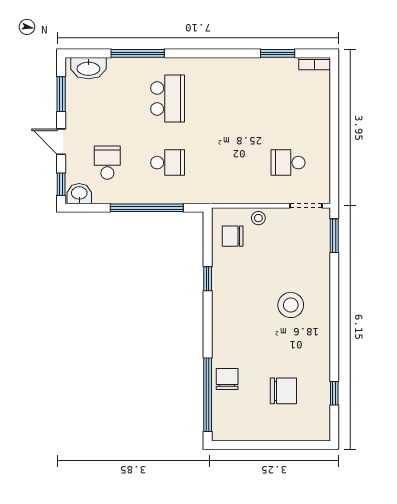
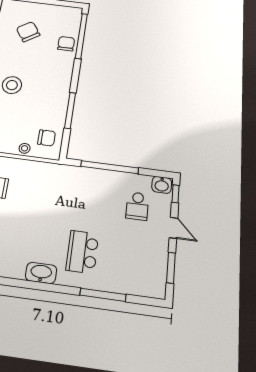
washbasin: (88, 68) -> (41, 273), moved
school desk: (168, 163) -> (89, 200), removed
window: (208, 279) -> (70, 110), width x2.17
chair: (227, 379) -> (66, 44), turned 180
chair: (283, 391) -> (28, 32), turned 56

